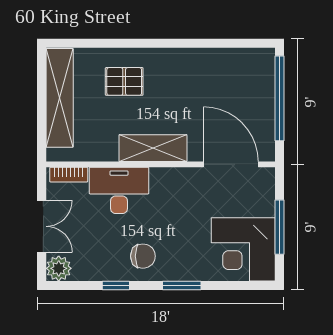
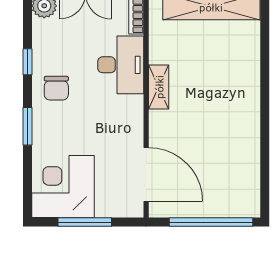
pallet: (124, 81) -> (227, 70), removed
shelving: (153, 148) -> (159, 87), width x0.67, depth x0.75
door: (231, 164) -> (146, 174), hinge flipped

